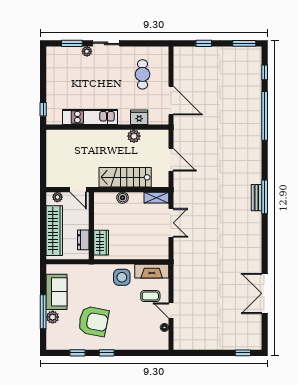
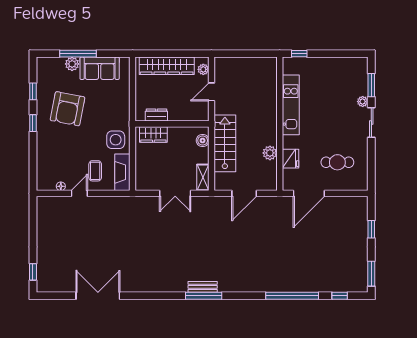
wall: (91, 226) -> (172, 124), moved
dresser: (83, 240) -> (156, 115), moved
wardrobe: (101, 243) -> (153, 134), moved

